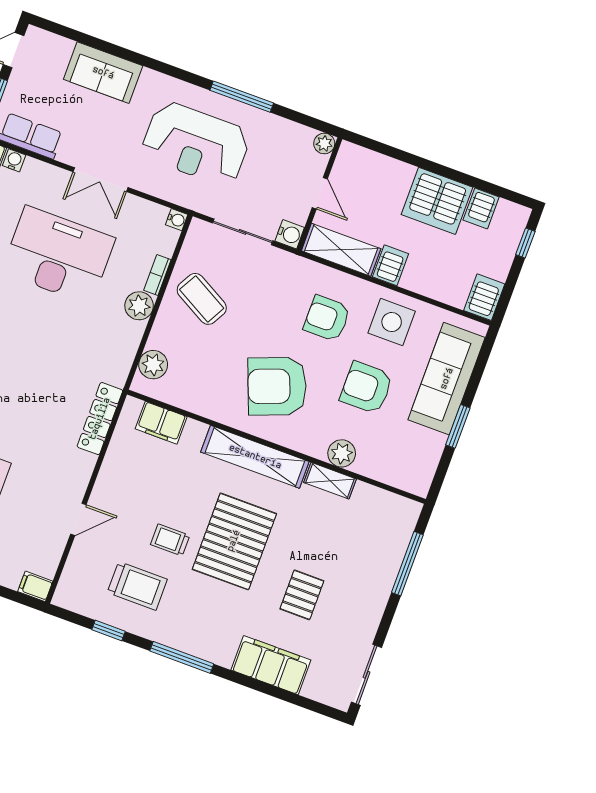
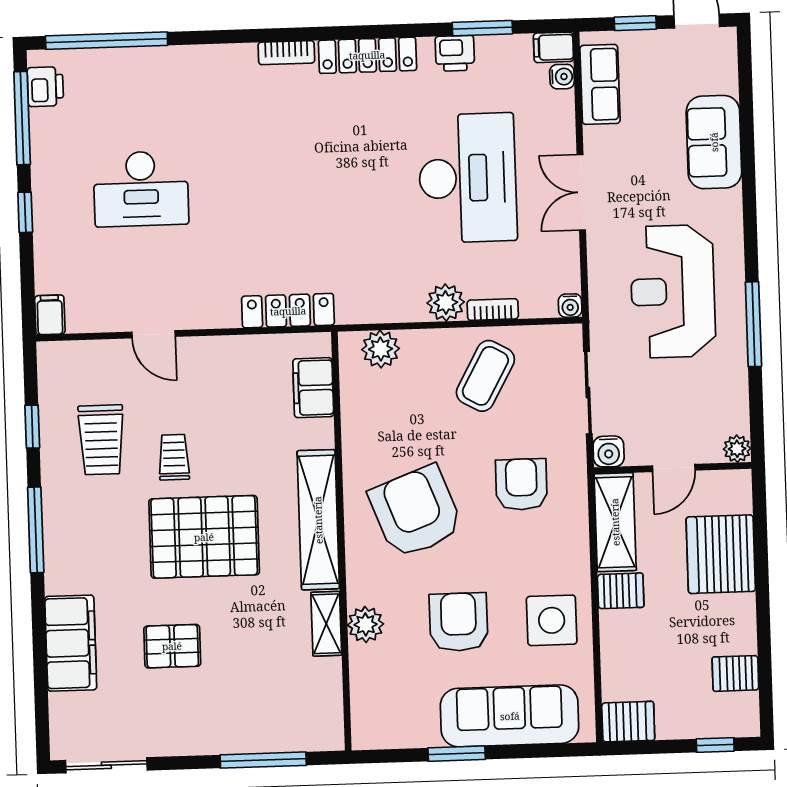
server rack: (437, 201) -> (721, 554), moved
armchair: (327, 318) -> (521, 484), moved

